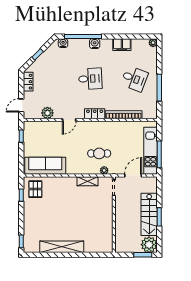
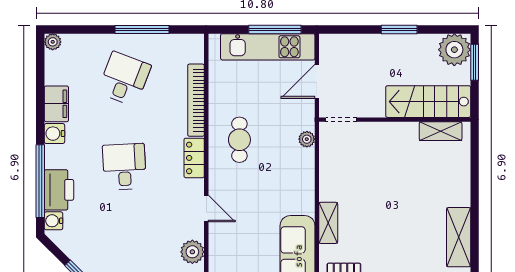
water cooler: (95, 44) -> (54, 134), moved
printer: (79, 46) -> (59, 190), added
cafe table: (99, 153) -> (239, 140), moved
door: (133, 175) -> (317, 81), hinge flipped
shelving: (88, 181) -> (328, 223), moved
stairs: (149, 214) -> (428, 102), moved, turned 180
shelving: (108, 238) -> (441, 131), added
shelving: (62, 247) -> (459, 237), width x0.68

